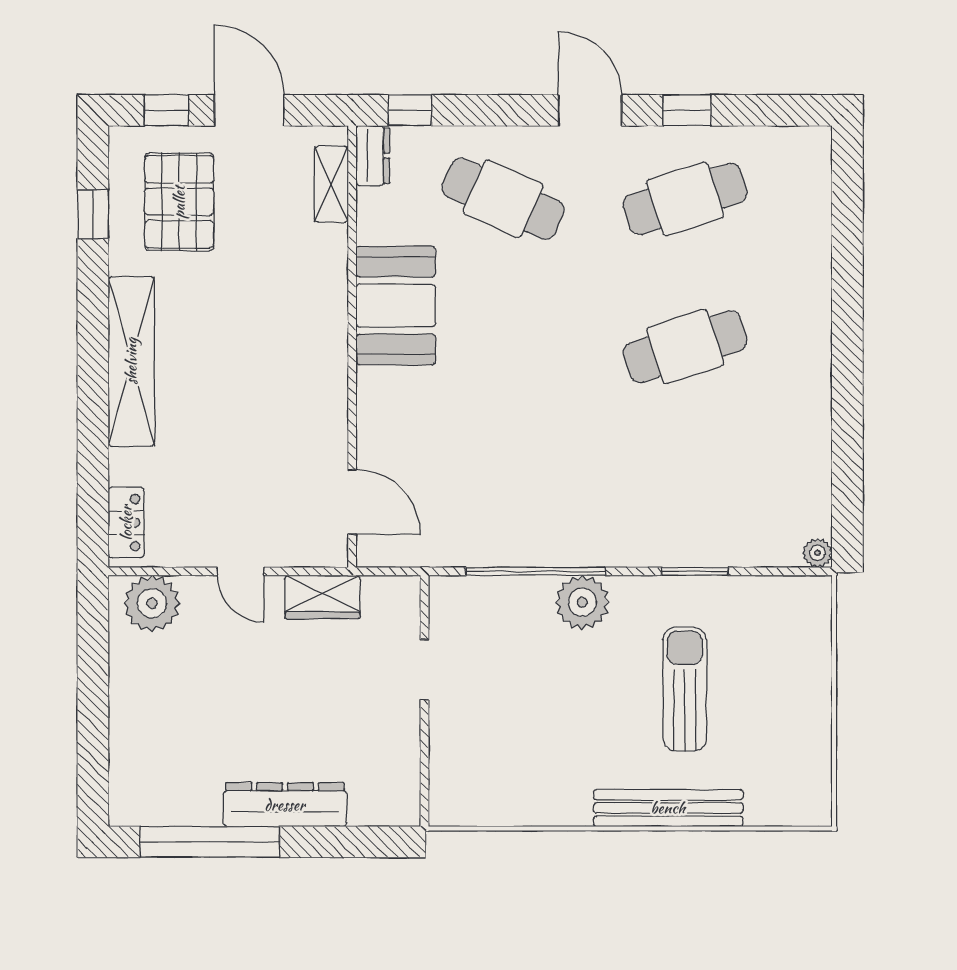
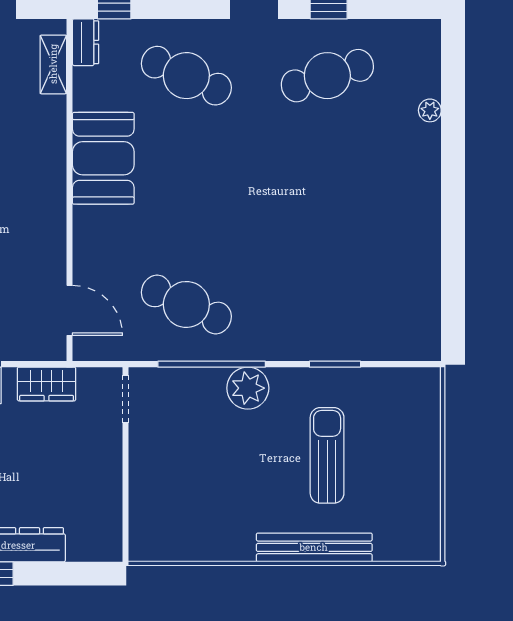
cafe table: (685, 347) -> (186, 304), moved, turned 42
plant: (817, 553) -> (430, 110), moved
doorway: (424, 669) -> (126, 399), moved

